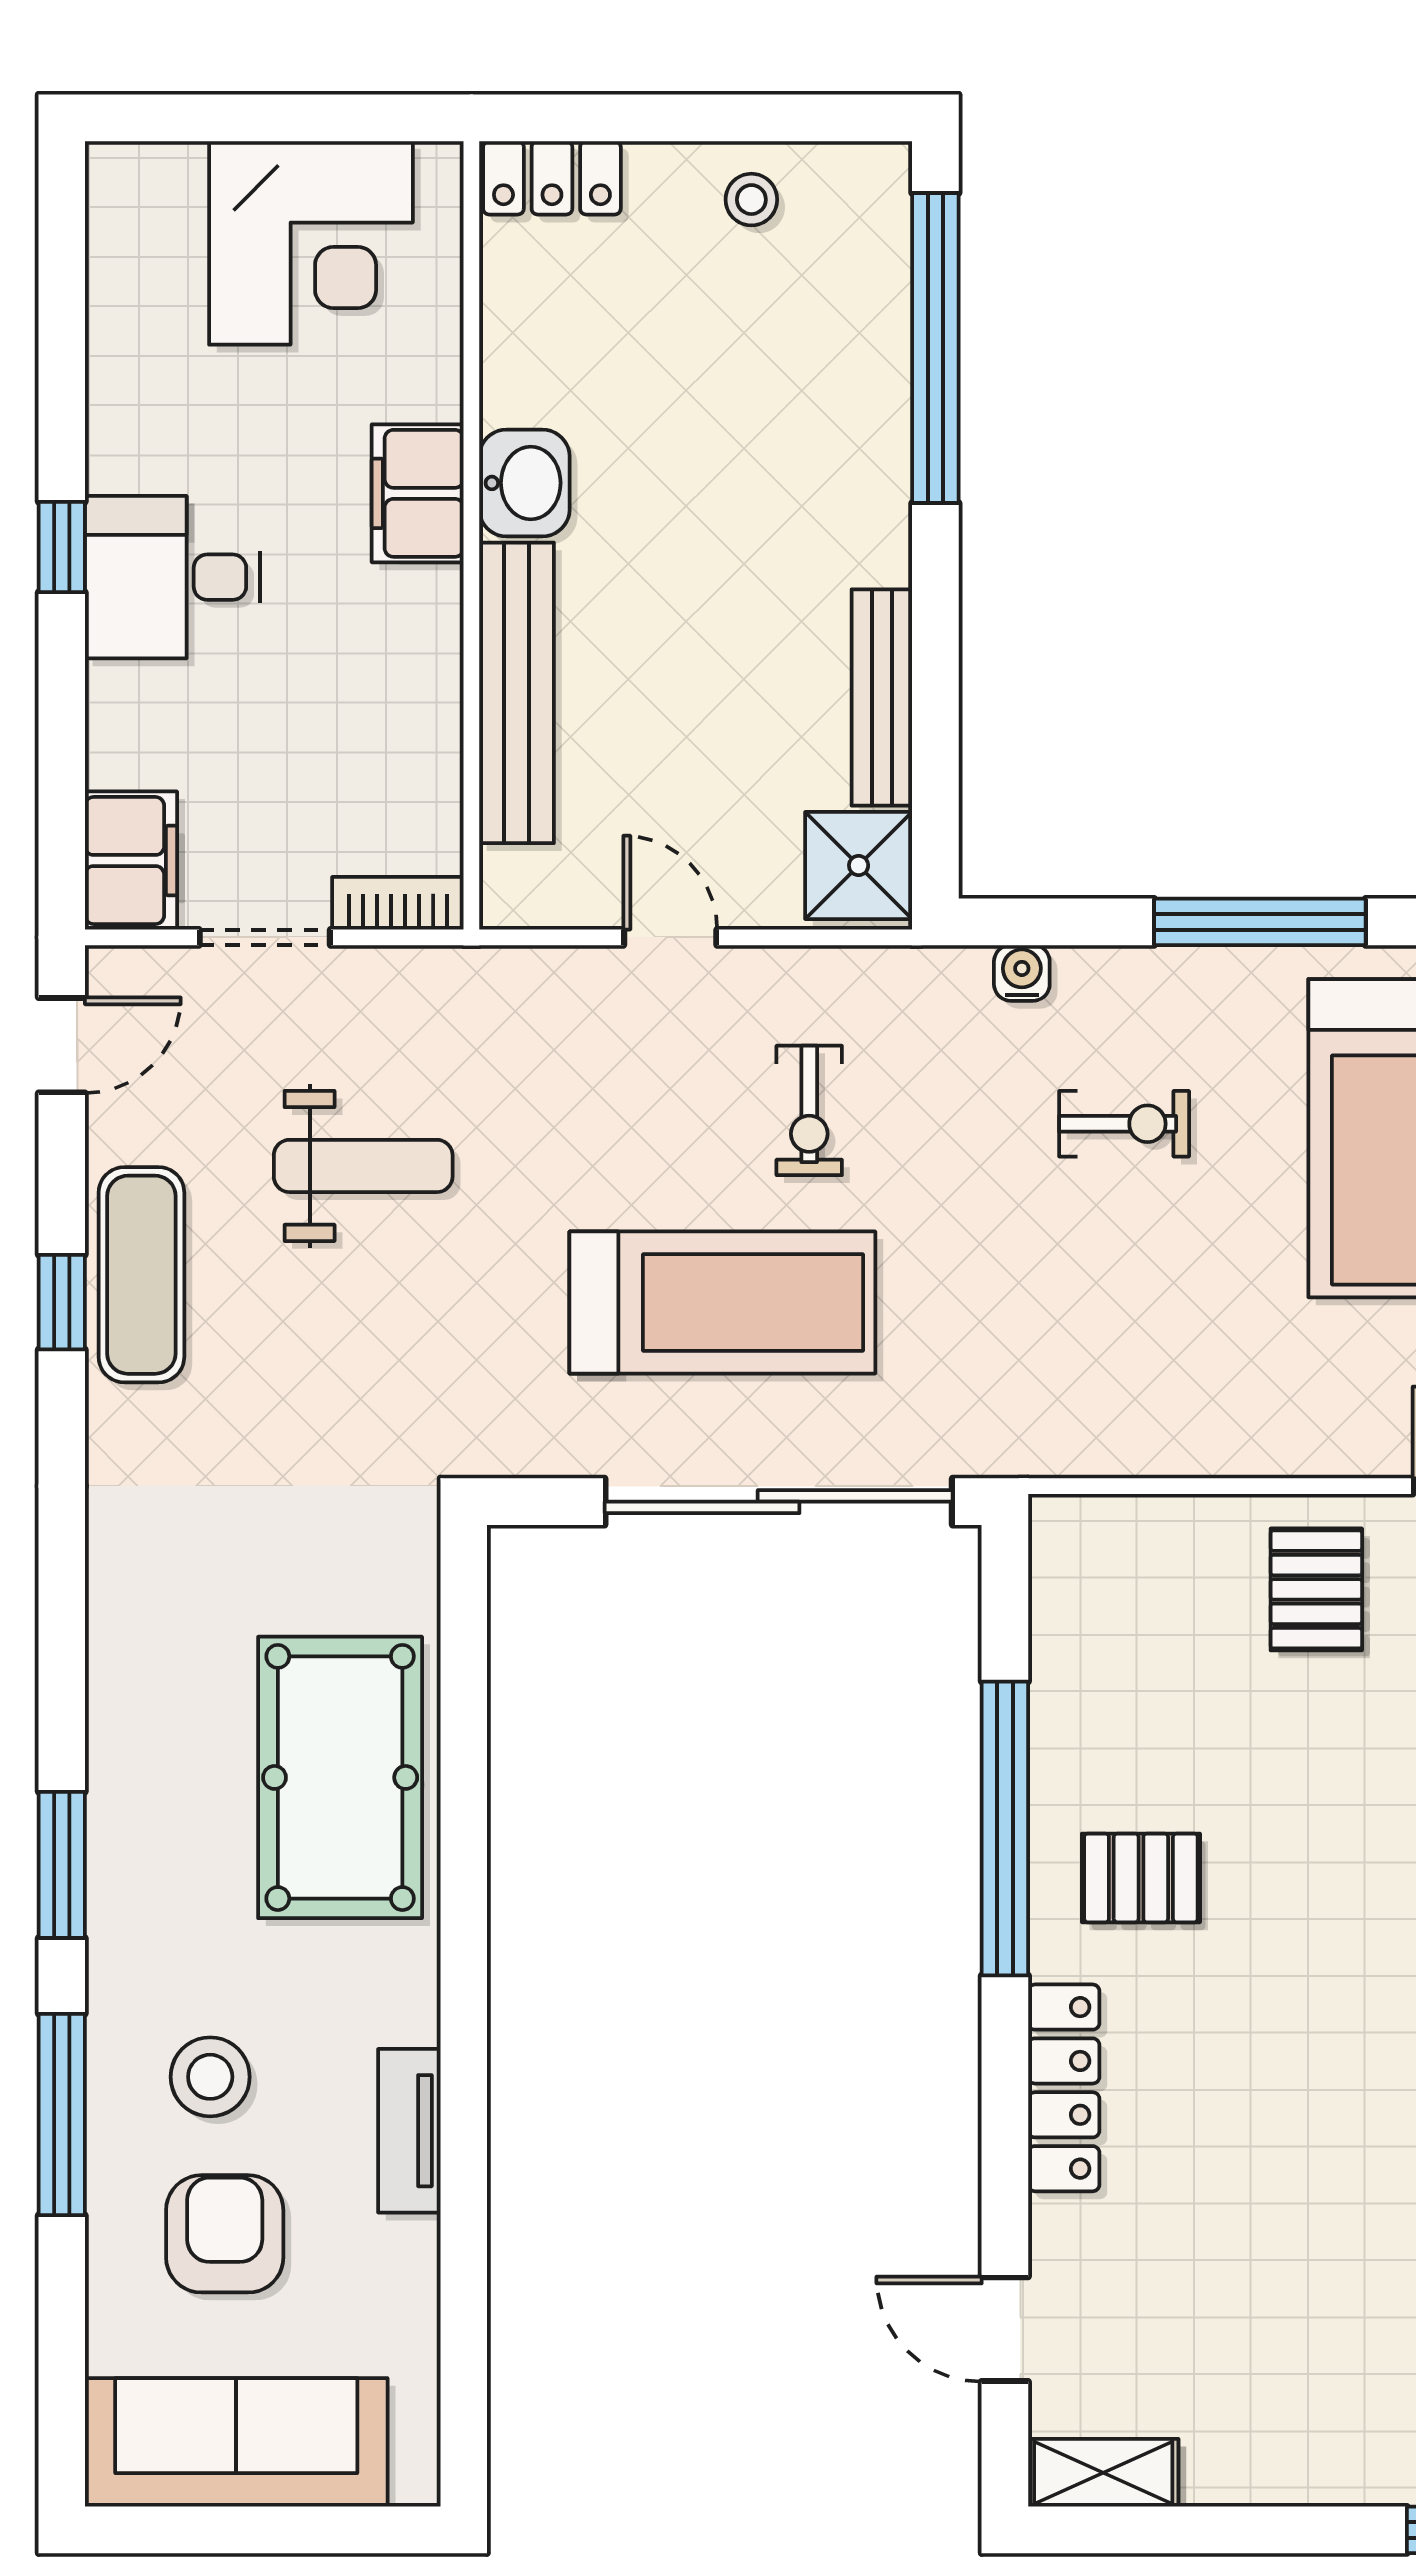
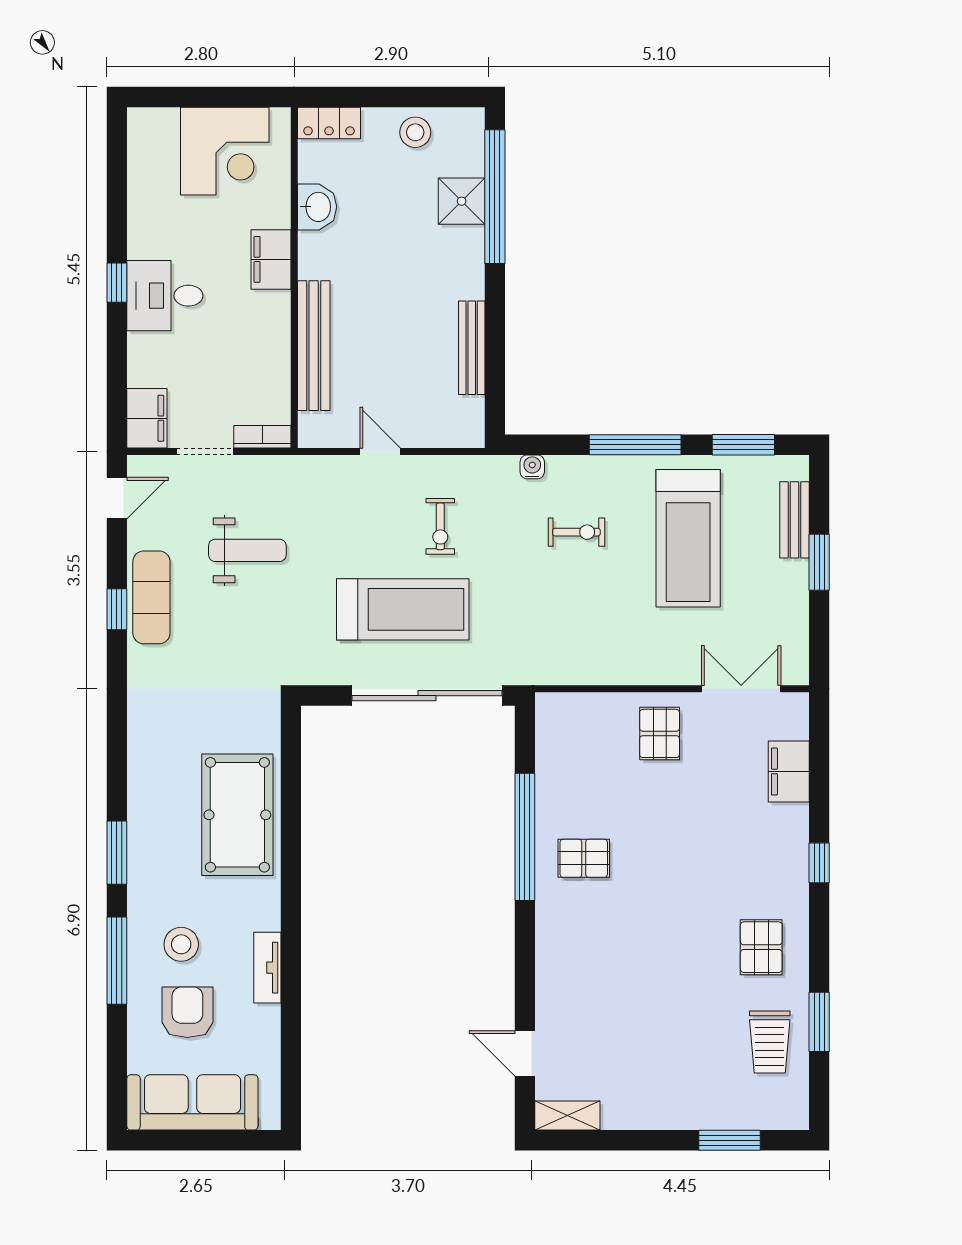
stool: (751, 200) -> (415, 132), width x1.37, depth x1.37
washbasin: (524, 483) -> (317, 207), moved
shower: (859, 865) -> (462, 201), moved
locker: (1064, 2088) -> (550, 949), removed

